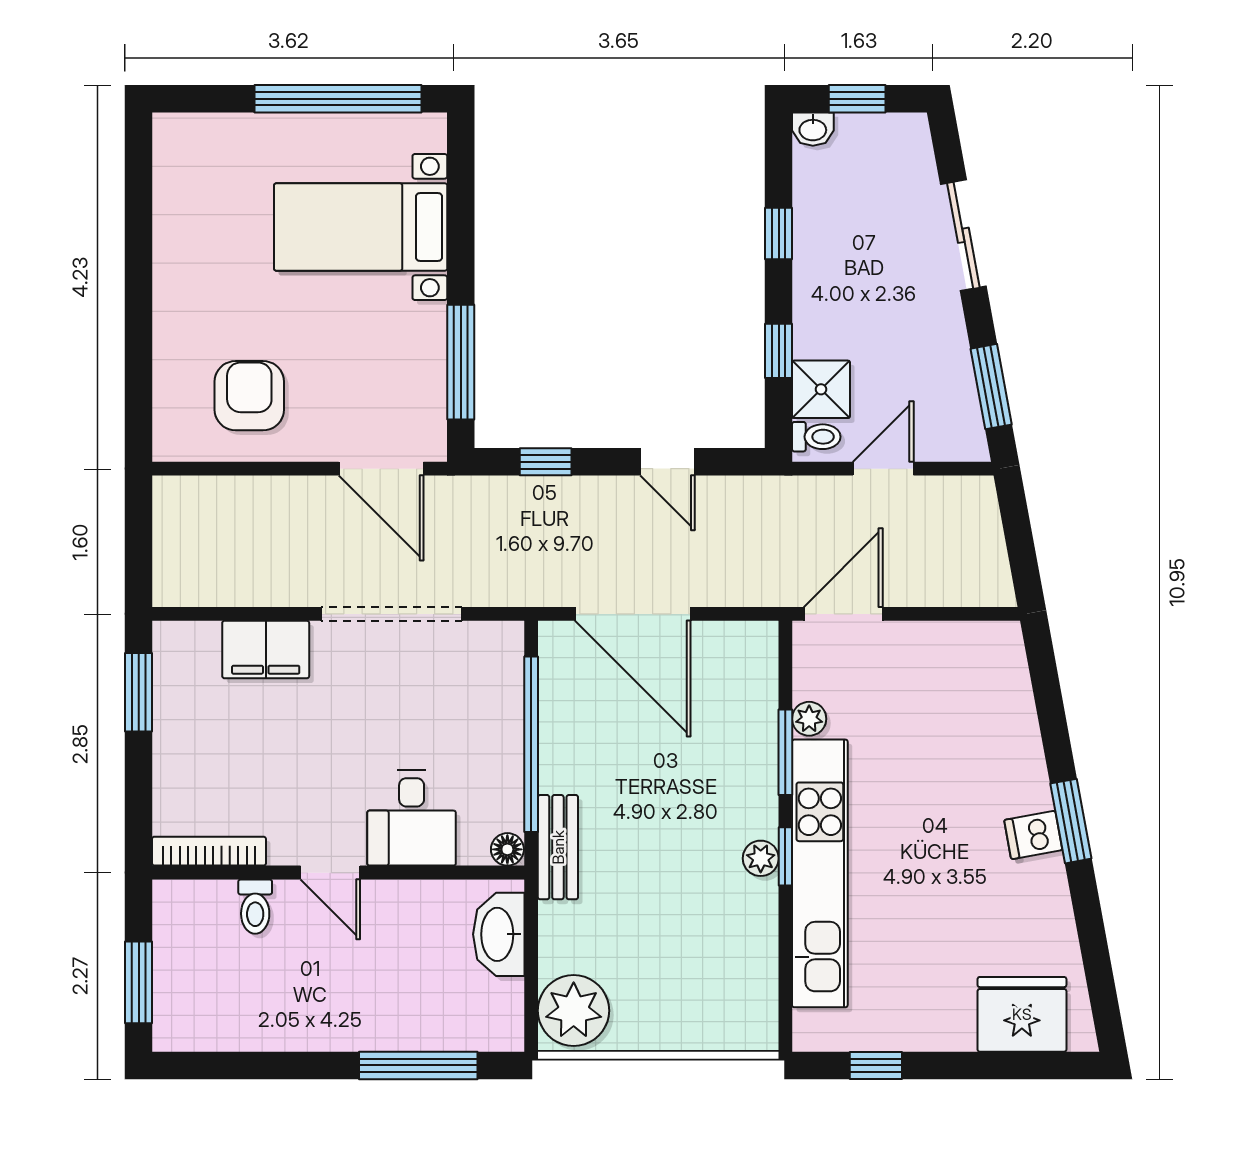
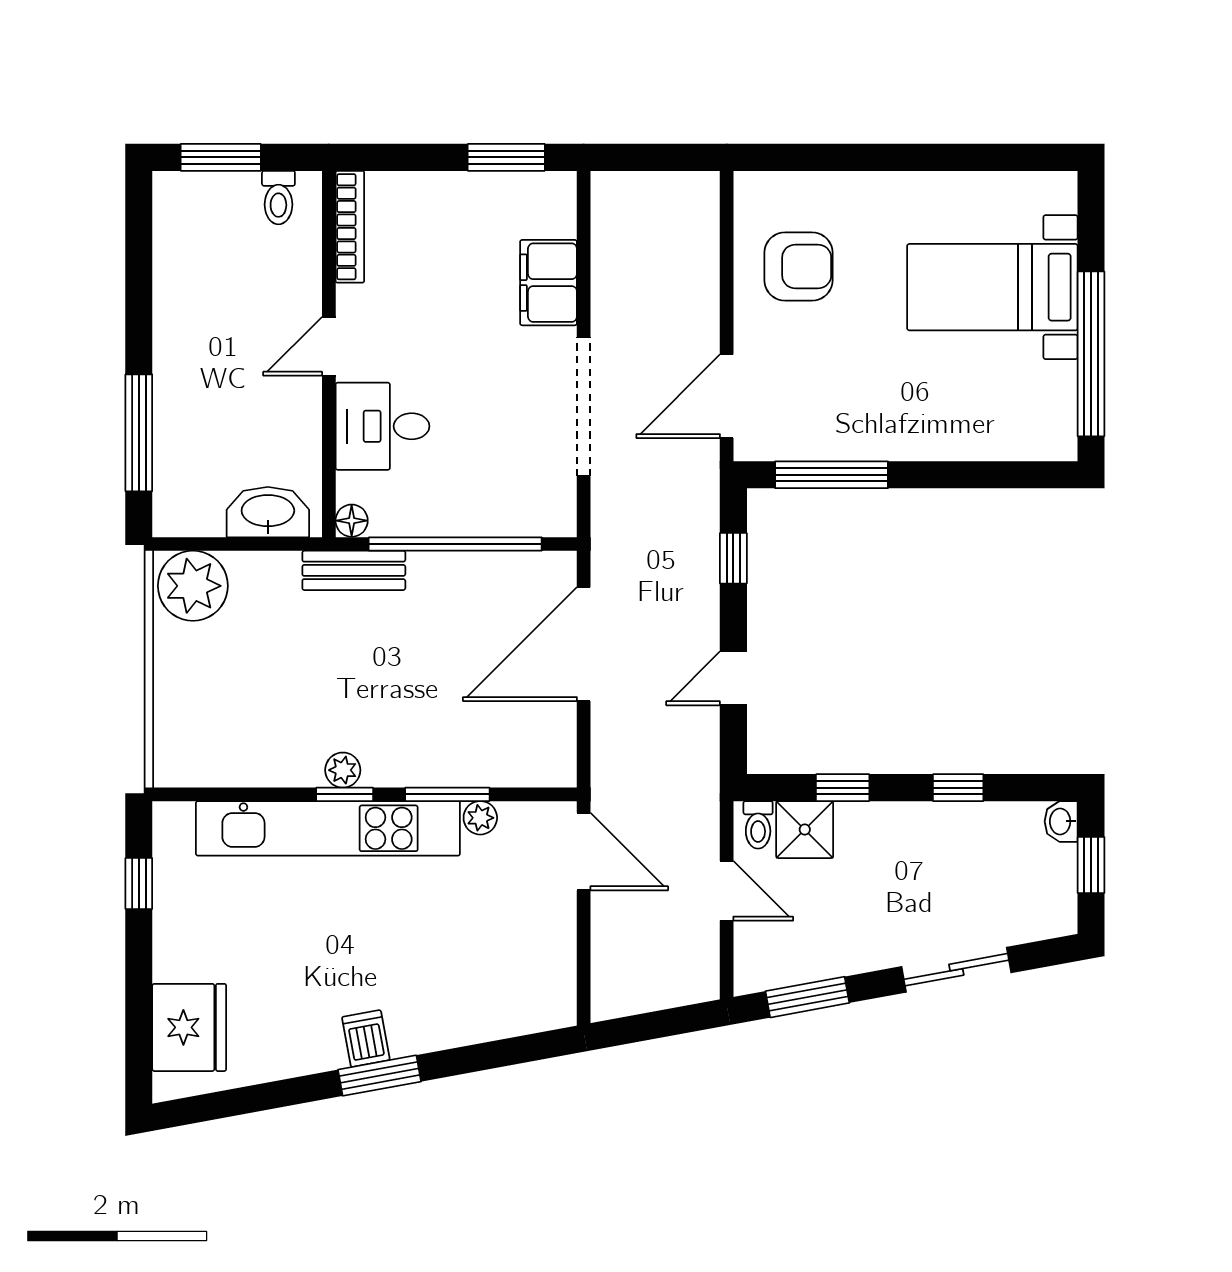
bed with nightstands: (361, 227) -> (992, 287), moved, turned -90
toilet: (255, 907) -> (278, 198), moved, turned -90

